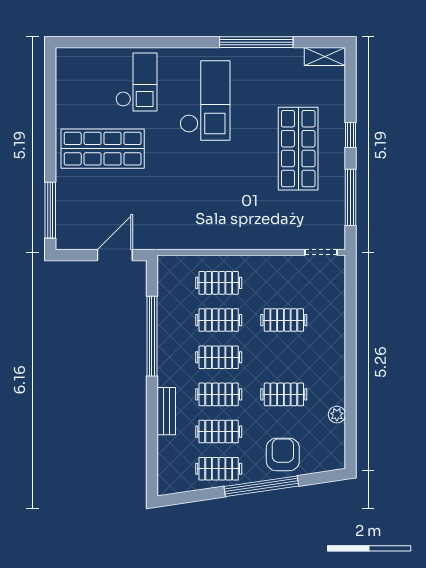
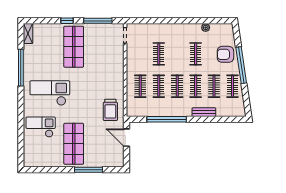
shop shelf: (298, 149) -> (74, 47), turned 90
window: (50, 210) -> (89, 170), moved
trolley: (171, 223) -> (110, 110), added

